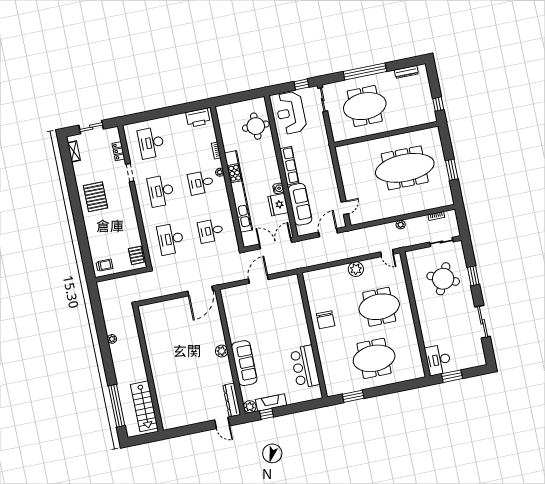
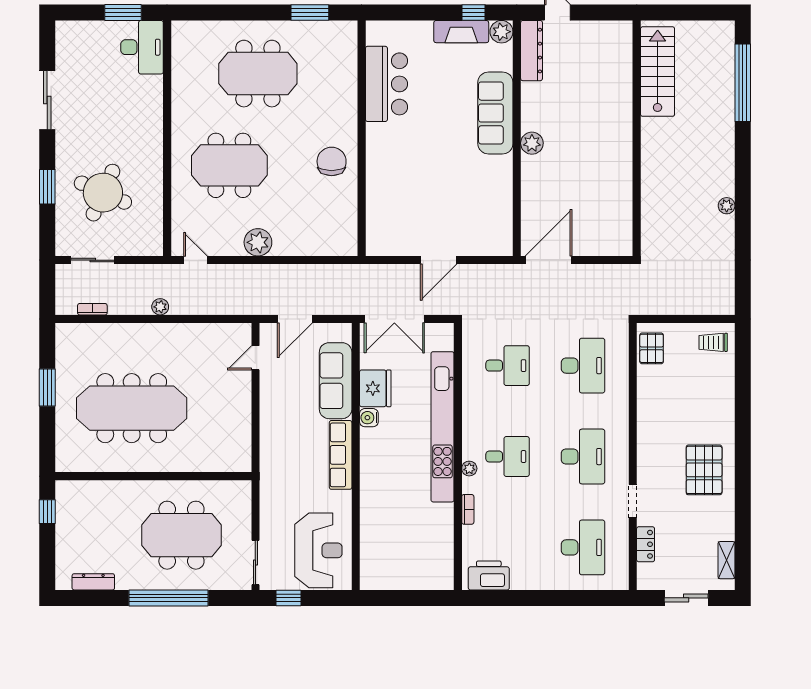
round table: (256, 126) -> (387, 539), removed
wall: (148, 369) -> (637, 138), moved
stairs: (144, 406) -> (658, 72), moved

